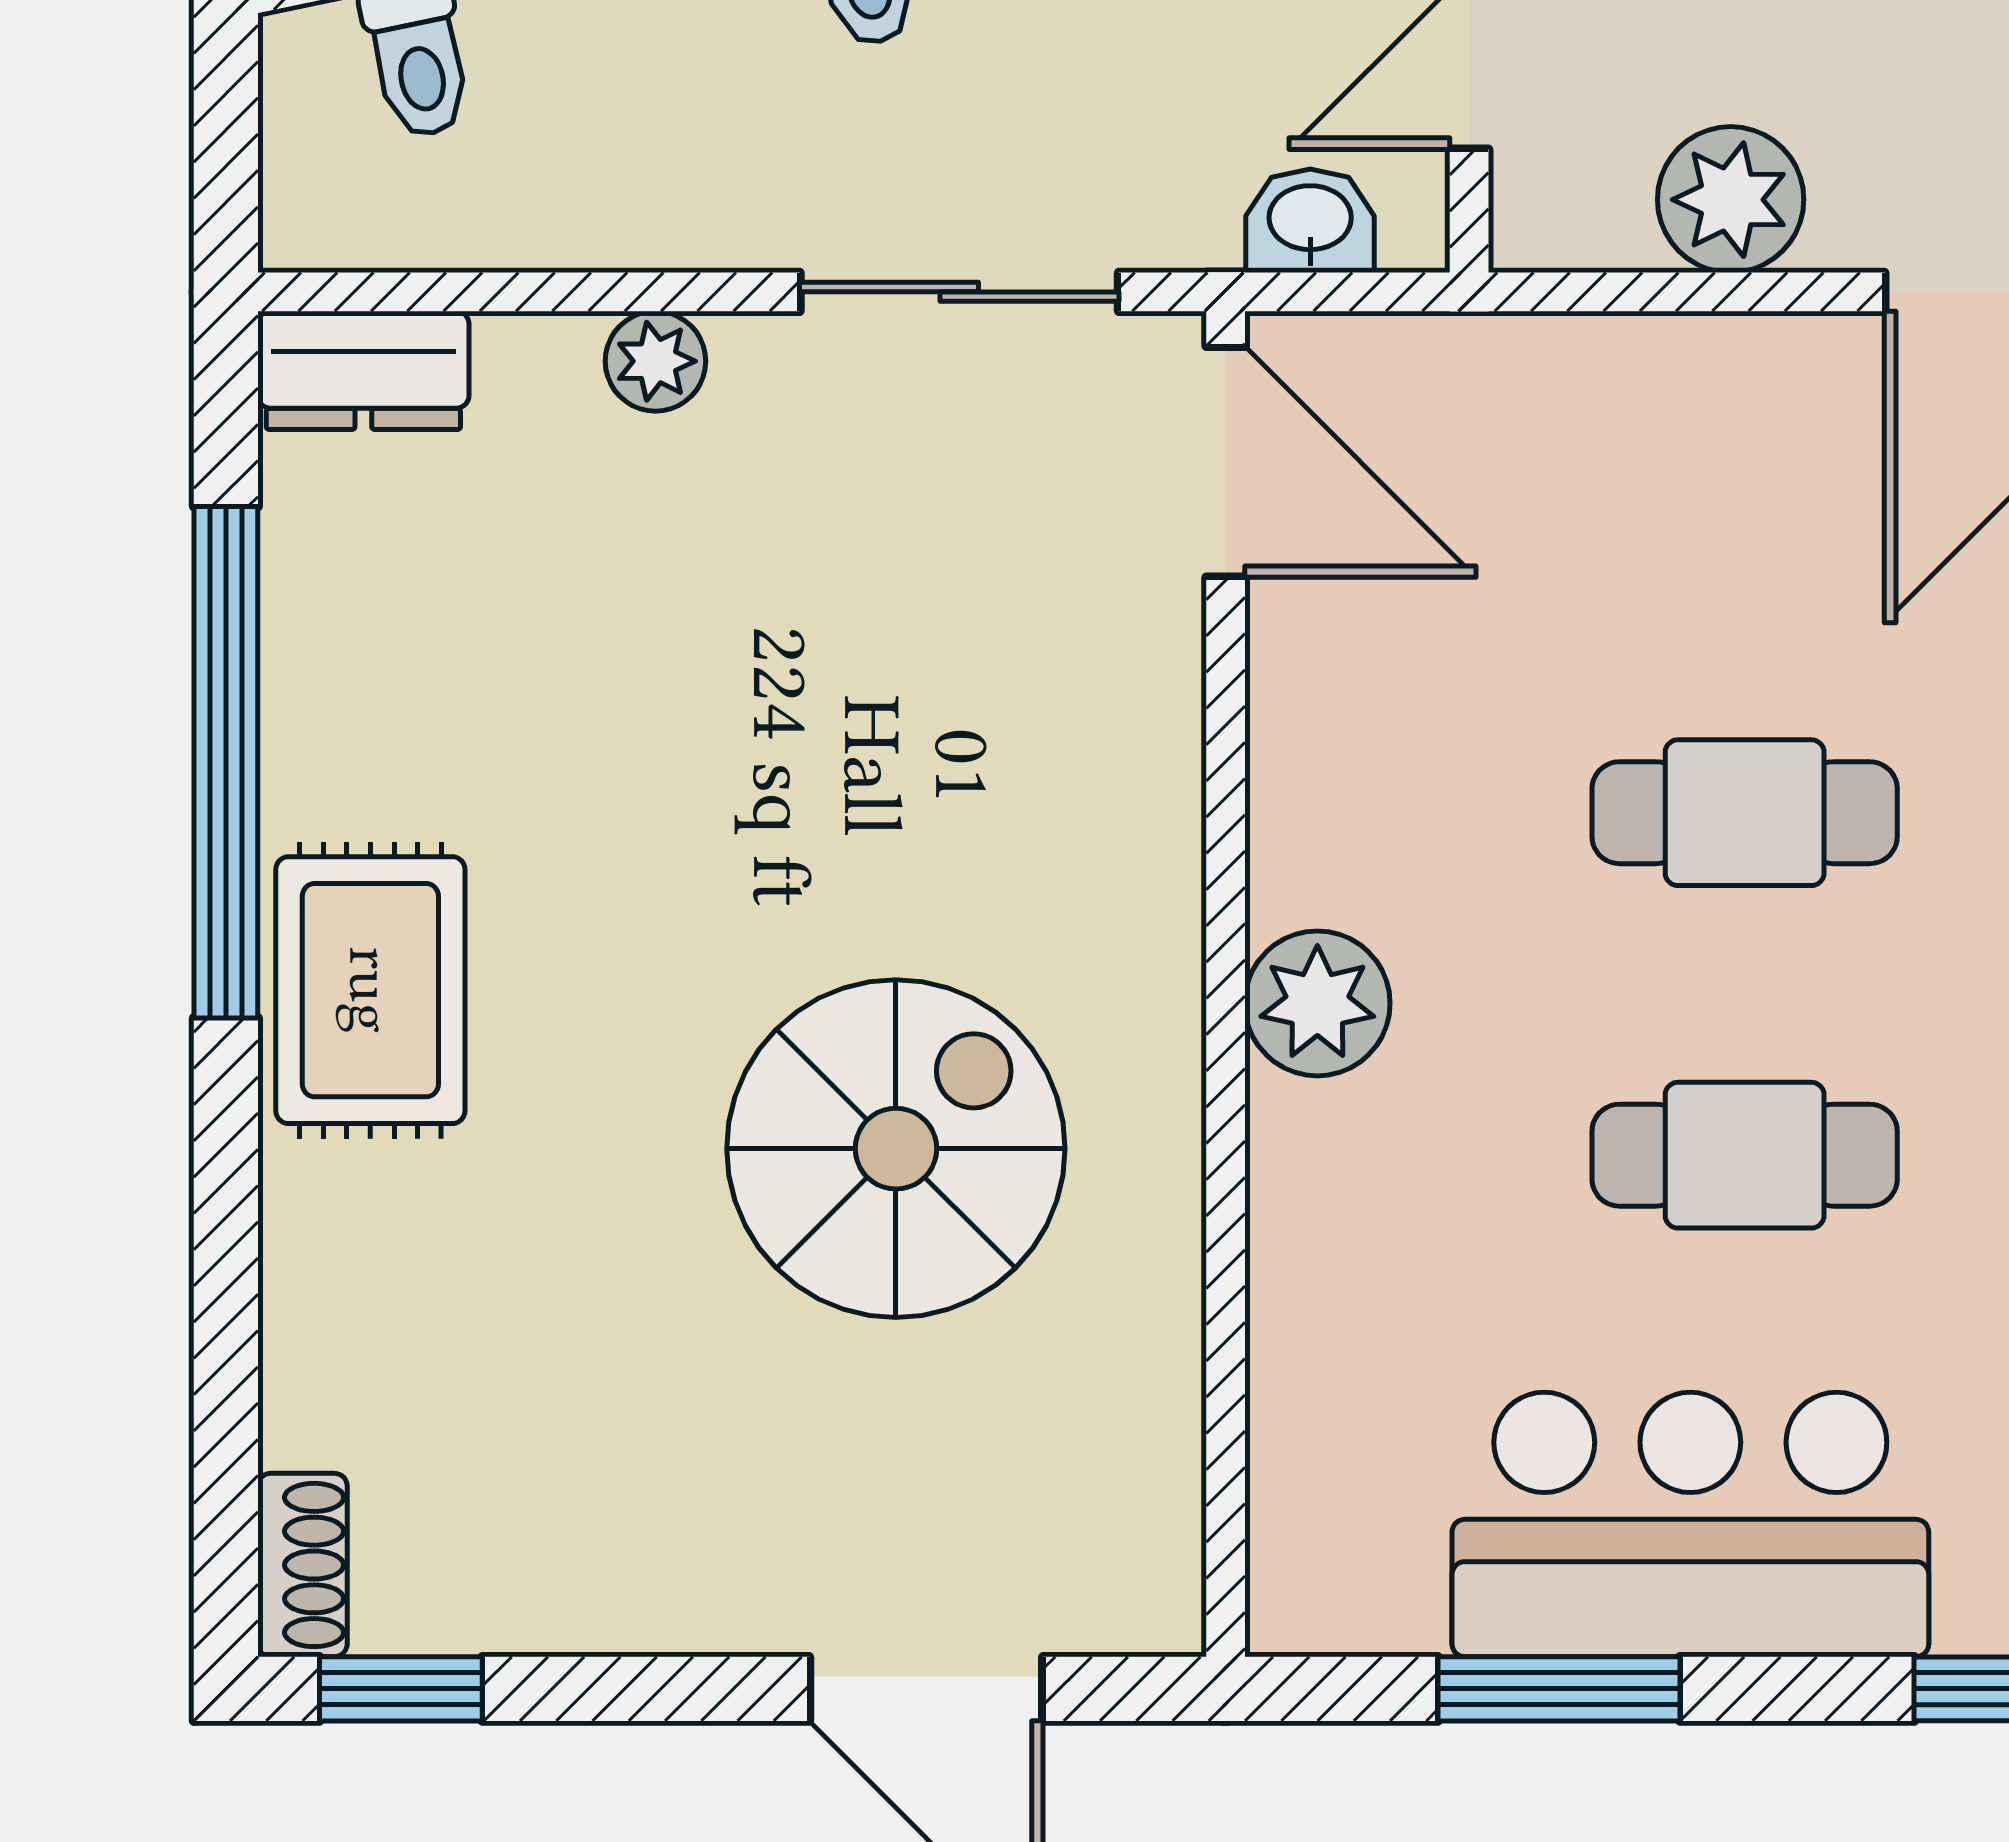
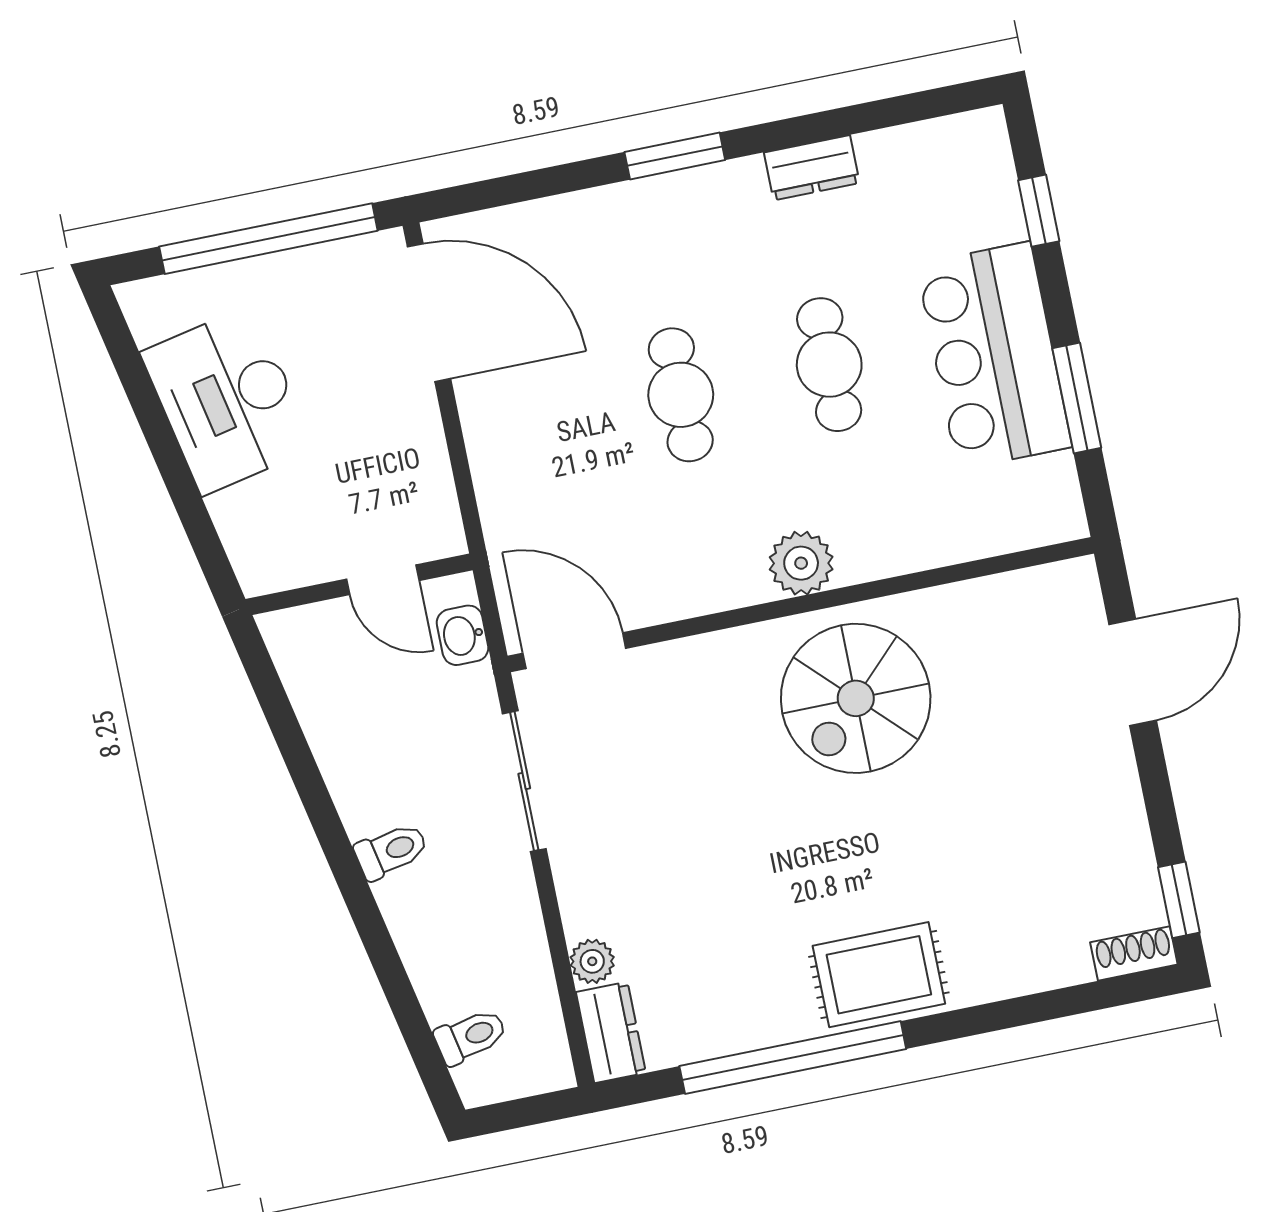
plant: (1731, 200) -> (416, 455), removed
plant: (655, 361) -> (592, 961), moved
door: (1226, 462) -> (574, 651), hinge flipped
spiral stairs: (896, 1149) -> (856, 698), moved, turned -90

